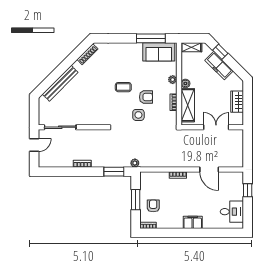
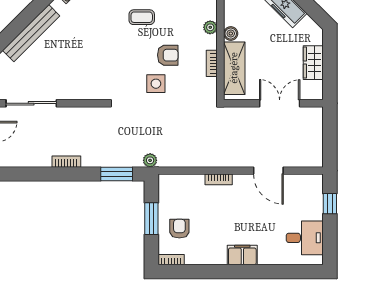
coffee table: (123, 87) -> (142, 17), moved

